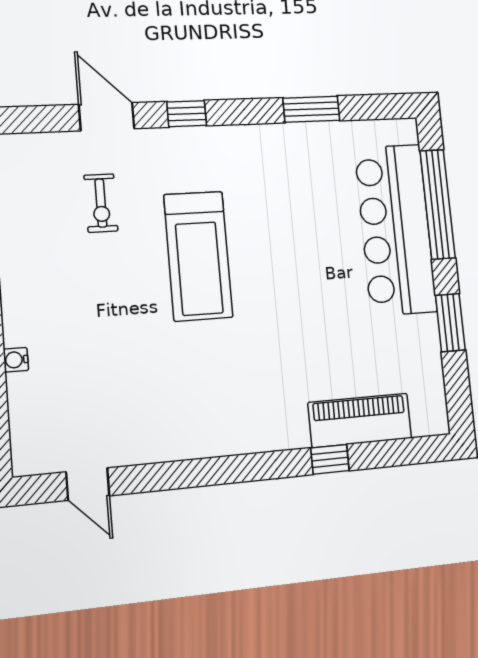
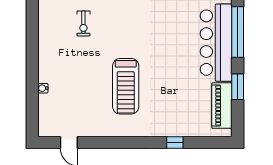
treadmill: (198, 256) -> (126, 86), moved
piano: (360, 420) -> (222, 106), moved, turned -90

